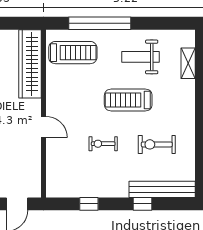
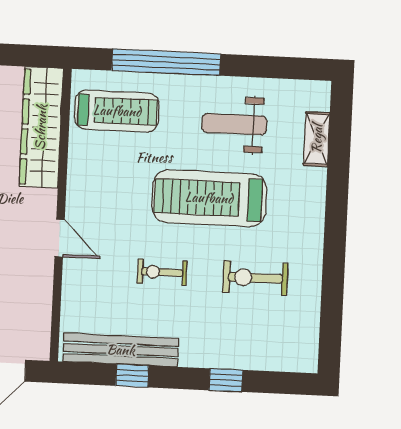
treadmill: (128, 100) -> (209, 198), width x1.37, depth x1.38
bench: (162, 189) -> (121, 350), moved

